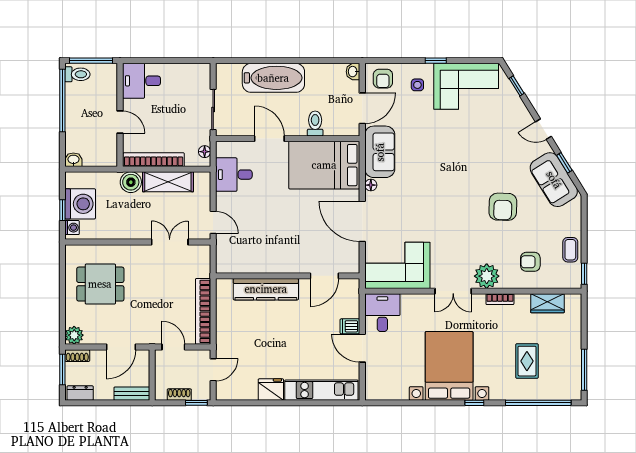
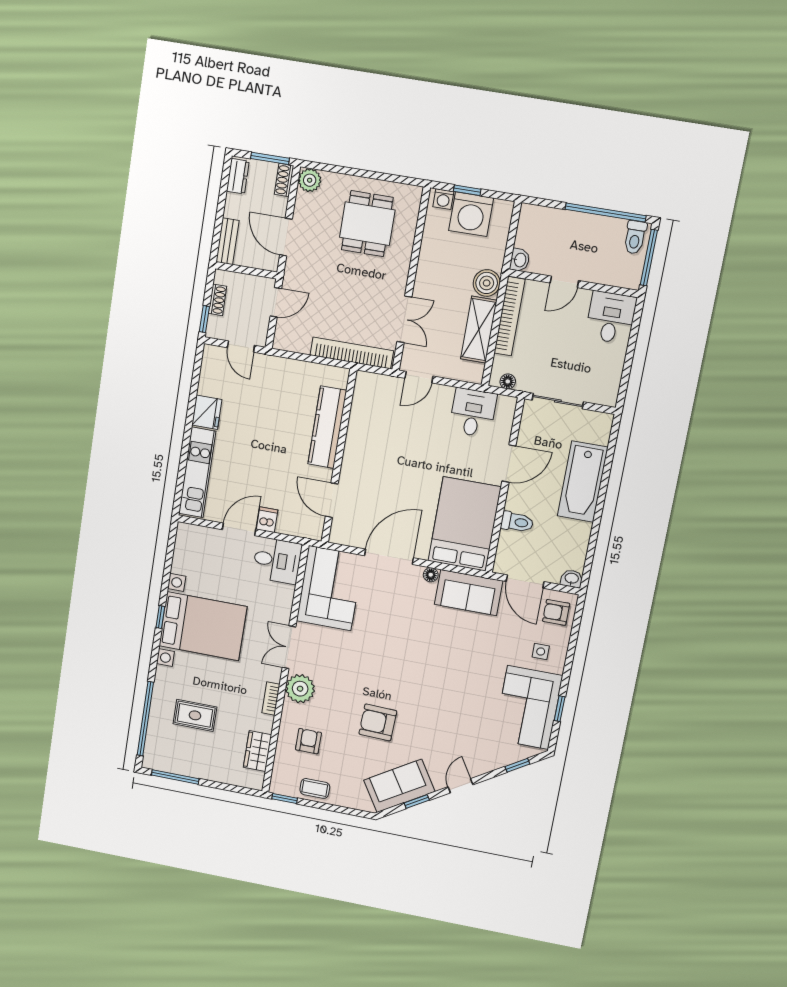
window: (436, 61) -> (560, 709), moved
washbasin: (73, 160) -> (520, 260), moved
bookcase: (203, 311) -> (352, 353), moved
window: (474, 403) -> (160, 617), moved

